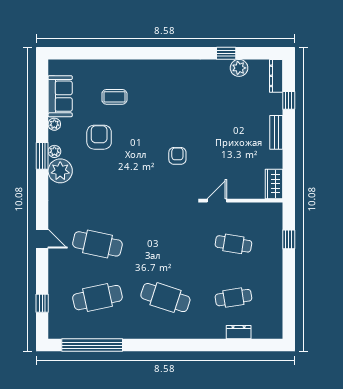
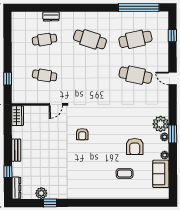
dresser: (239, 332) -> (51, 16), moved

